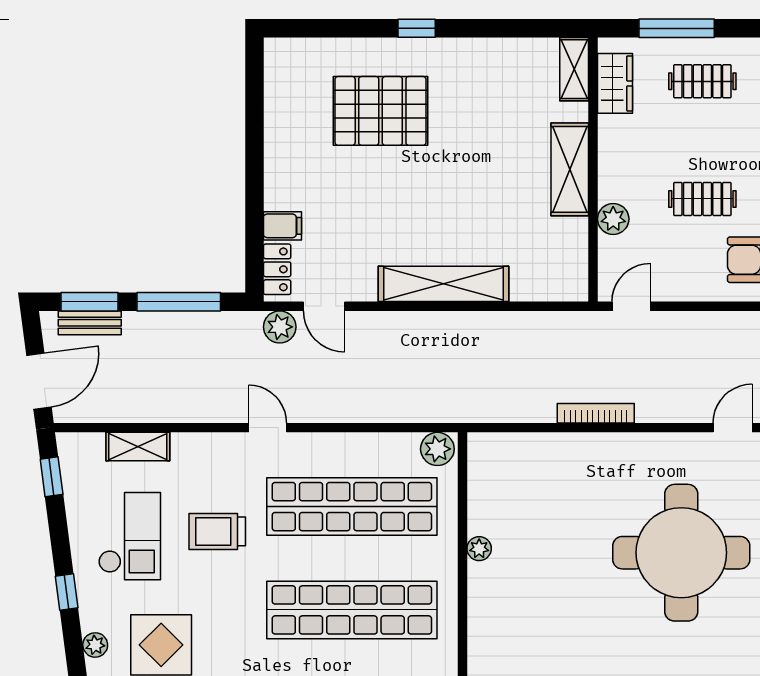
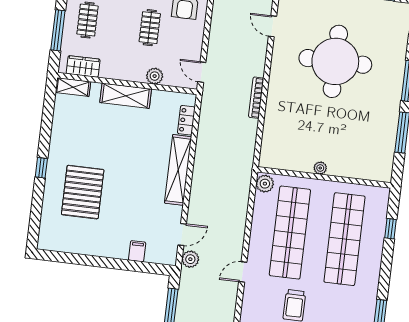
locker: (277, 269) -> (186, 120), moved, turned -90

